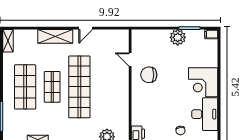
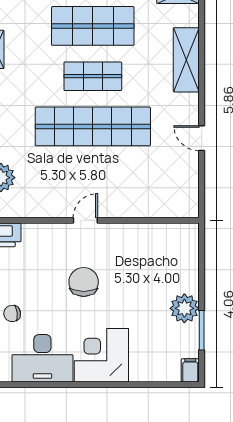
shelving: (55, 36) -> (186, 60), moved
door: (130, 60) -> (85, 220), moved
chair: (149, 75) -> (84, 282), moved

